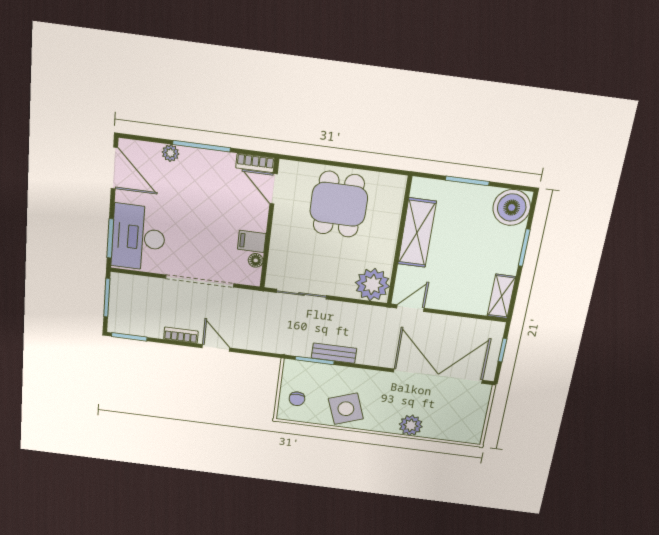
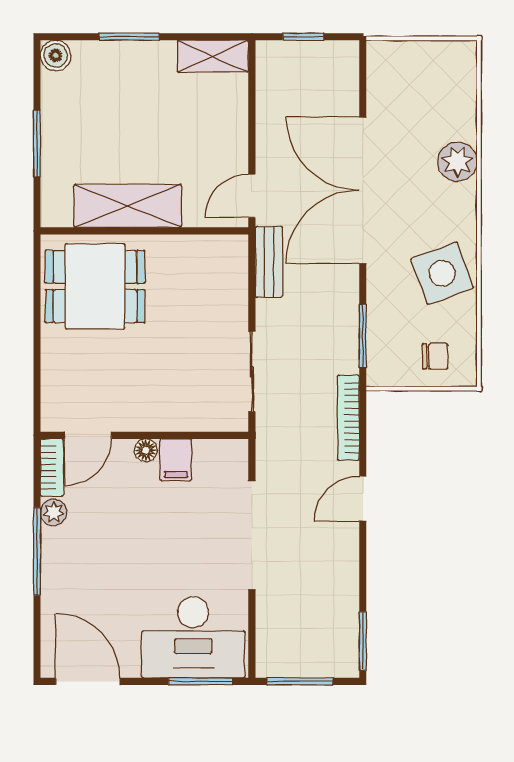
plant: (170, 153) -> (54, 512), moved
door: (114, 168) -> (88, 681), hinge flipped
dining table: (339, 204) -> (95, 286), moved
boiler: (512, 207) -> (56, 55), width x0.54, depth x0.54
floor lamp: (256, 260) -> (146, 450), moved
plant: (372, 285) -> (221, 262), removed
door: (410, 308) -> (252, 196), hinge flipped
bookcase: (181, 335) -> (348, 418), moved, width x1.56
bench: (334, 353) -> (269, 262), moved
double door: (438, 376) -> (363, 190), moved

